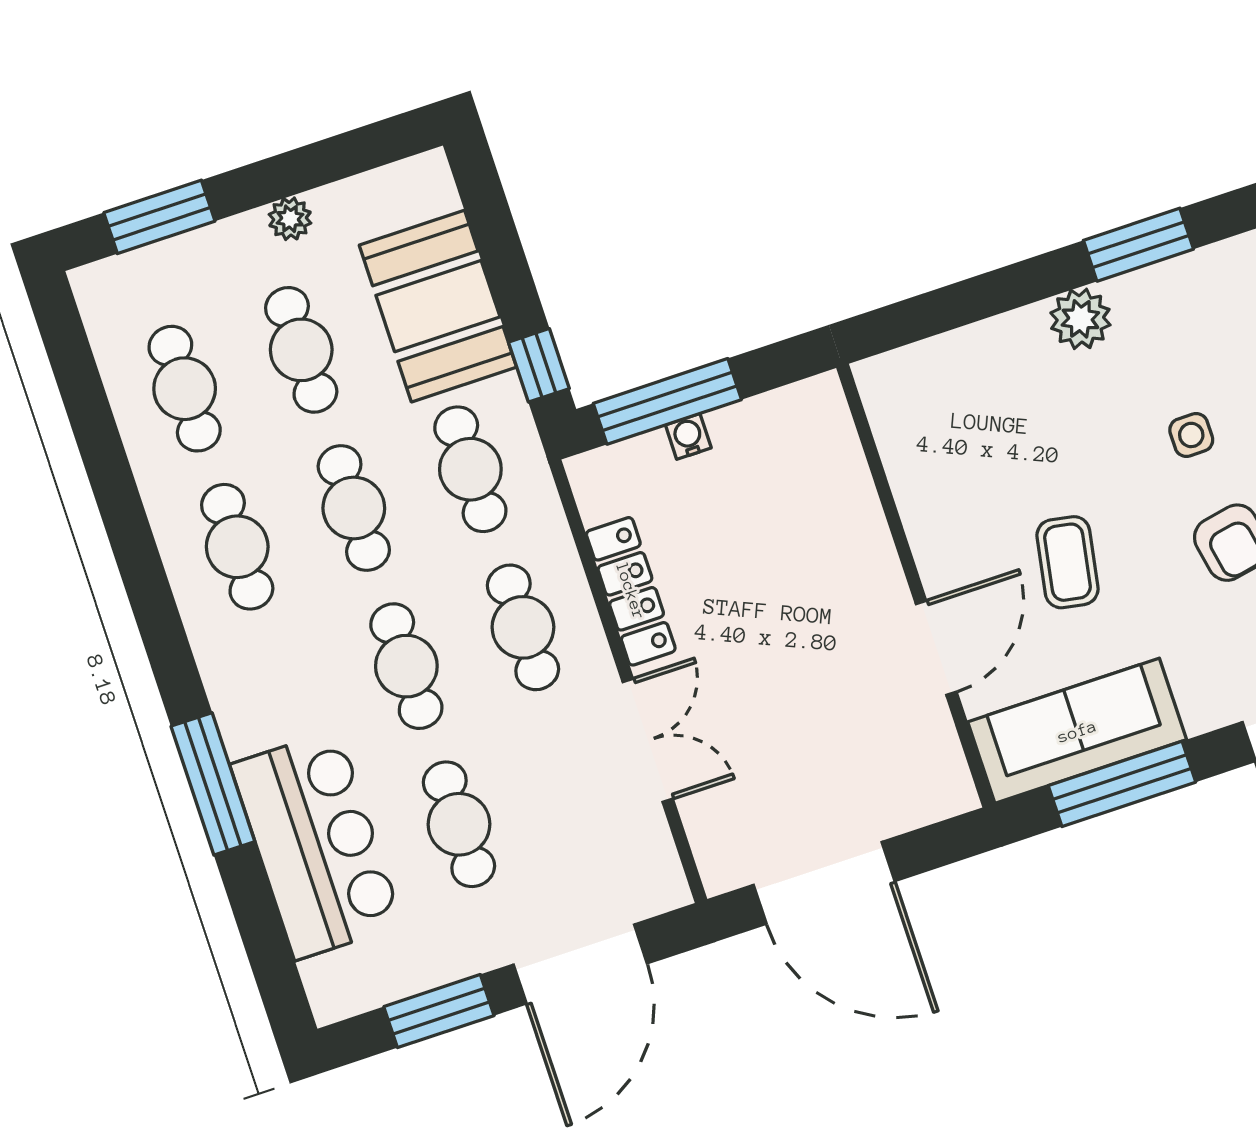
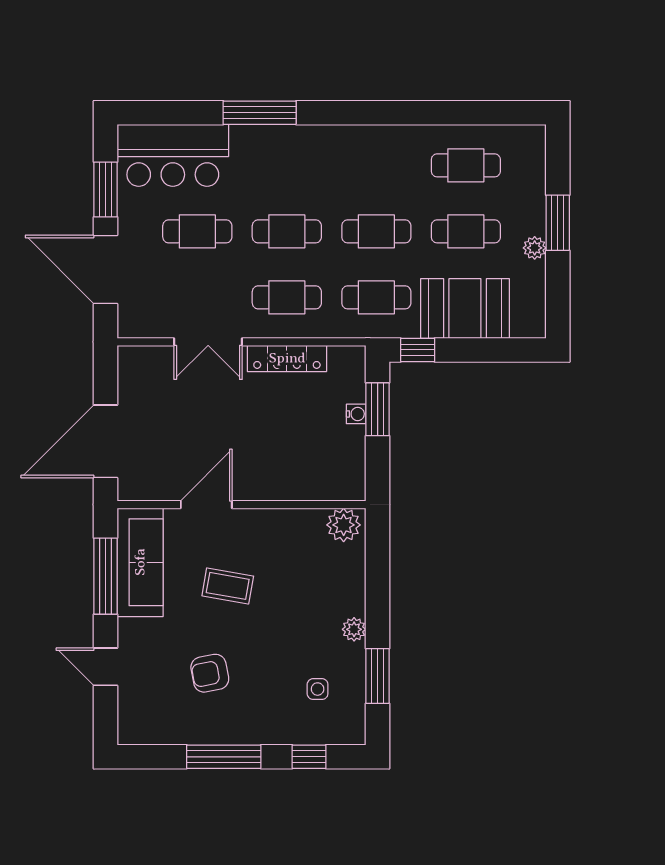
window: (159, 217) -> (558, 223), moved
plant: (1080, 319) -> (354, 629), width x0.73, depth x0.73
plant: (892, 393) -> (344, 525), added
window: (667, 401) -> (378, 409), width x0.69
side table: (1191, 435) -> (318, 689), moved
cafe table: (237, 547) -> (376, 165), removed
door: (936, 648) -> (206, 505), swing flipped
bar counter: (317, 845) -> (173, 155), moved
door: (824, 883) -> (105, 441), moved

